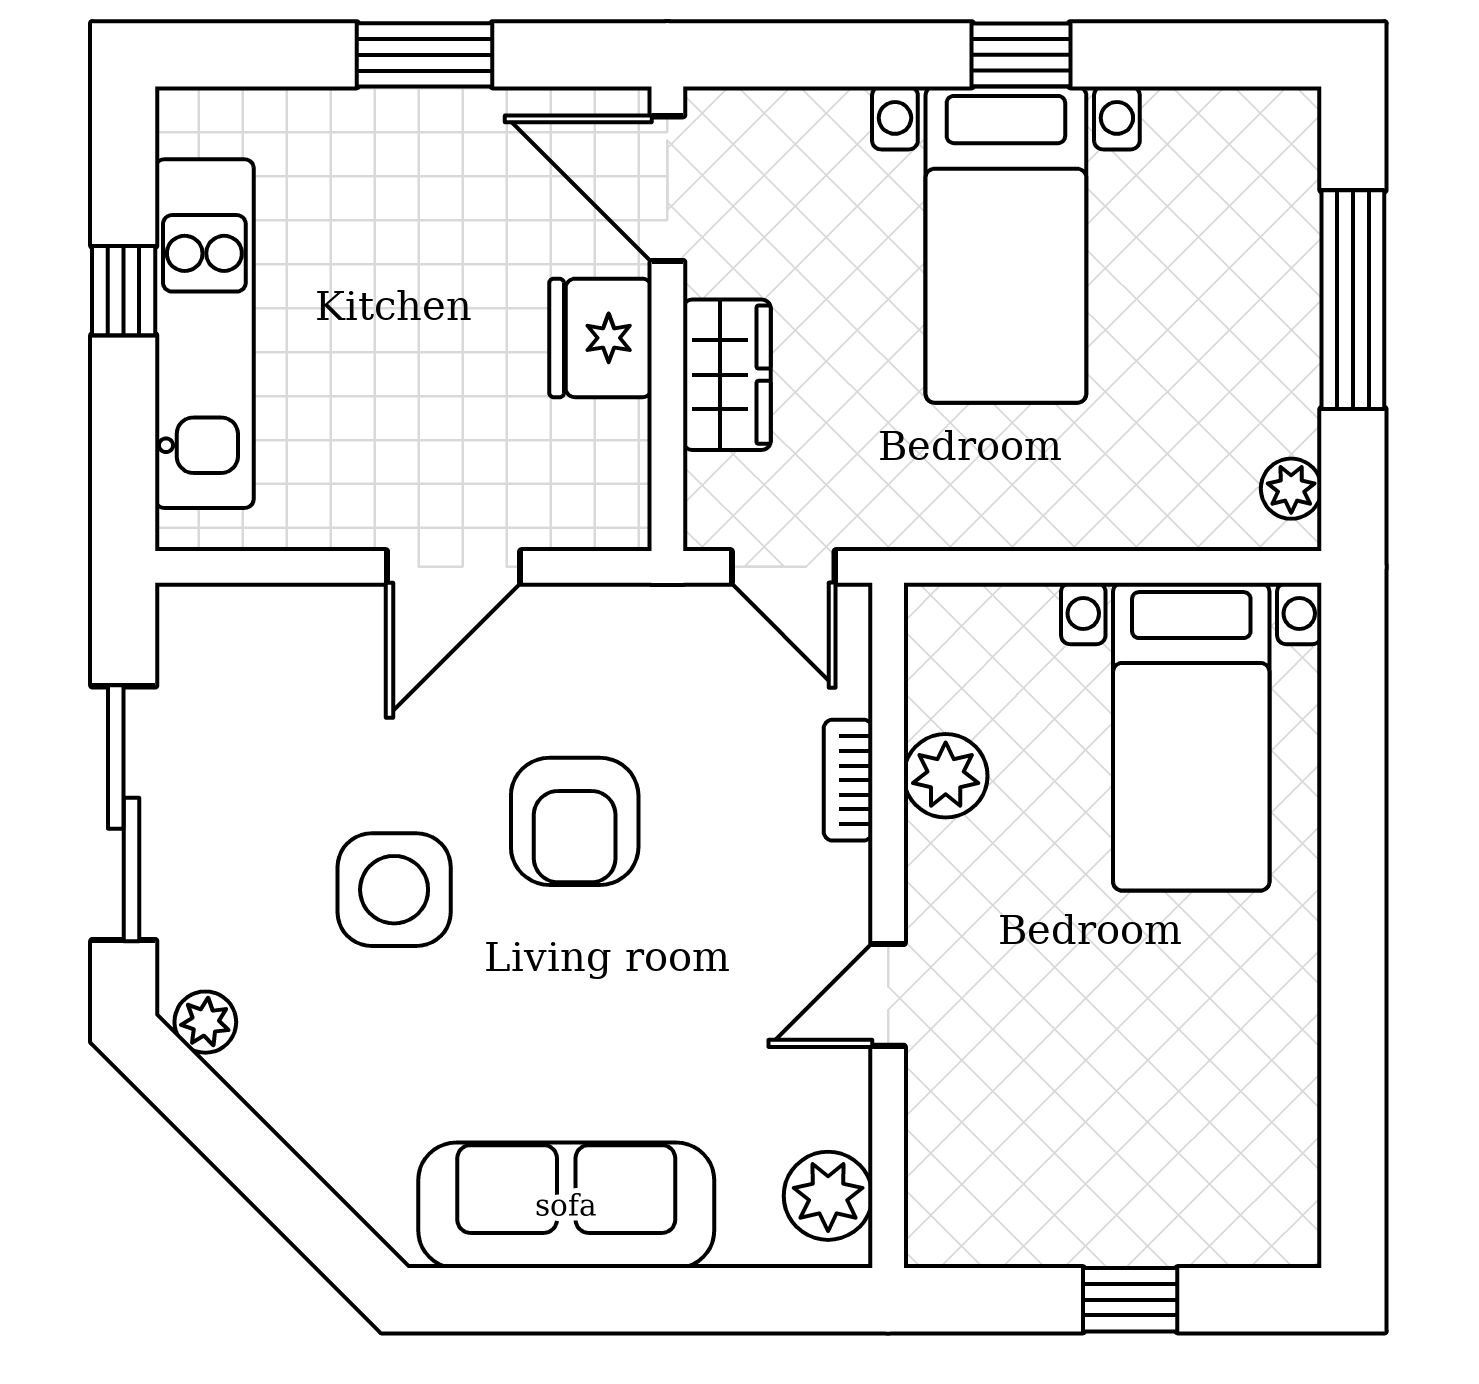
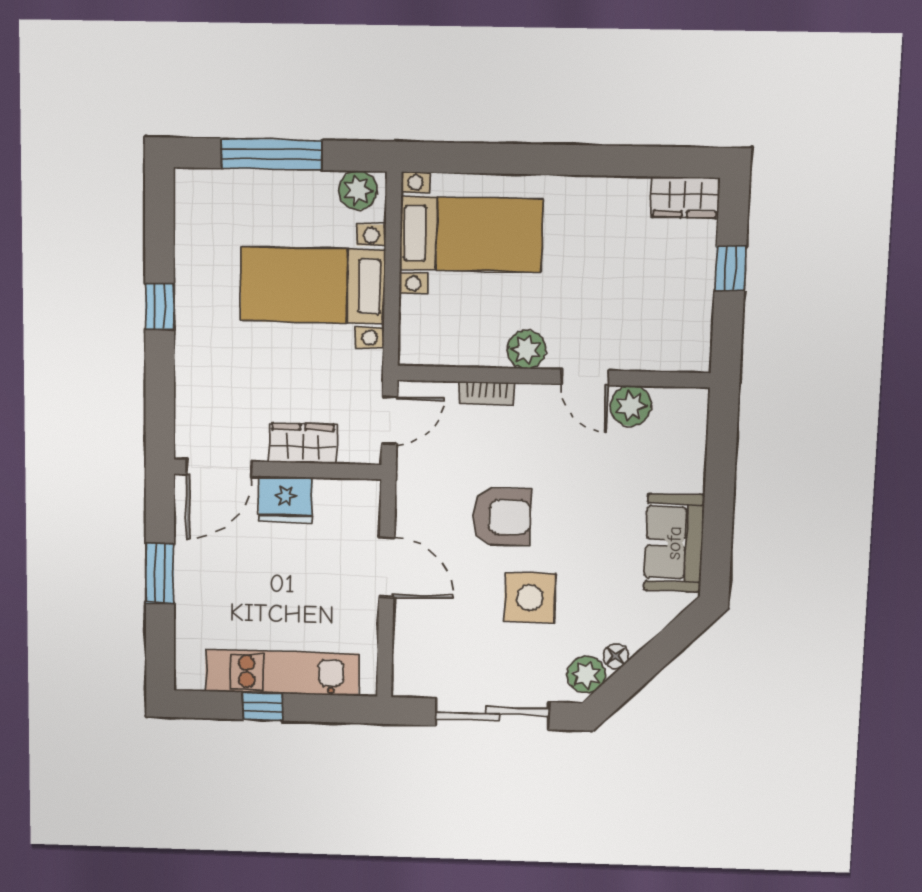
bed with nightstands: (1006, 245) -> (313, 285), moved, turned 180
plant: (1291, 489) -> (358, 190), width x1.38, depth x1.38
plant: (946, 776) -> (526, 349), moved
plant: (205, 1022) -> (586, 675), width x1.38, depth x1.38
floor lamp: (266, 1086) -> (616, 656), added
wardrobe: (1279, 1195) -> (685, 197), added
plant: (828, 1196) -> (631, 406), moved
sofa: (566, 1205) -> (674, 543), width x0.73

